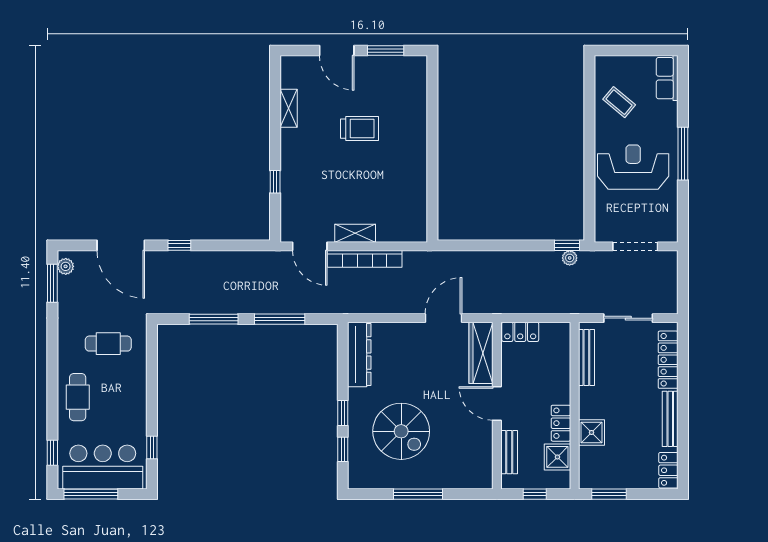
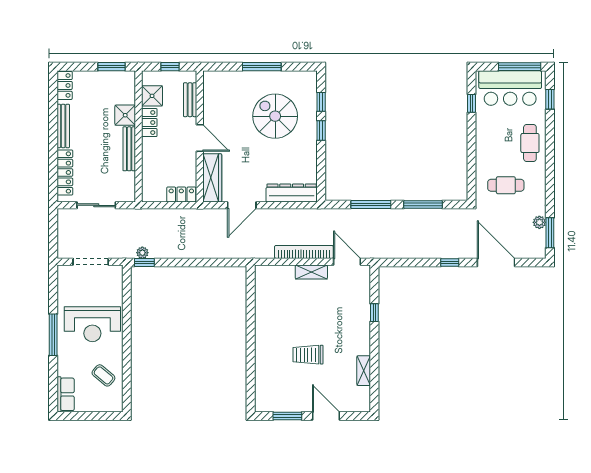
plant: (66, 266) -> (539, 222), moved
dresser: (359, 355) -> (292, 193), moved, turned 90
bench: (586, 358) -> (129, 149), moved

